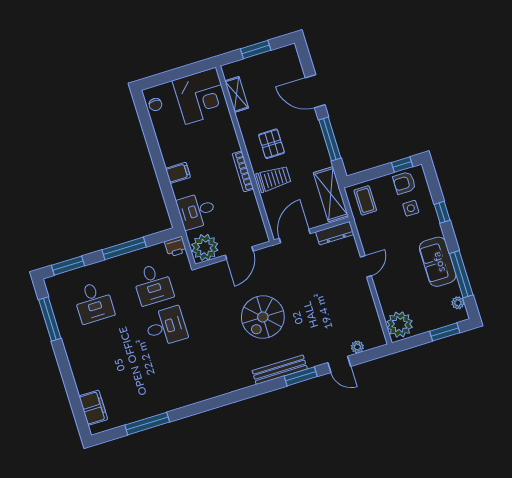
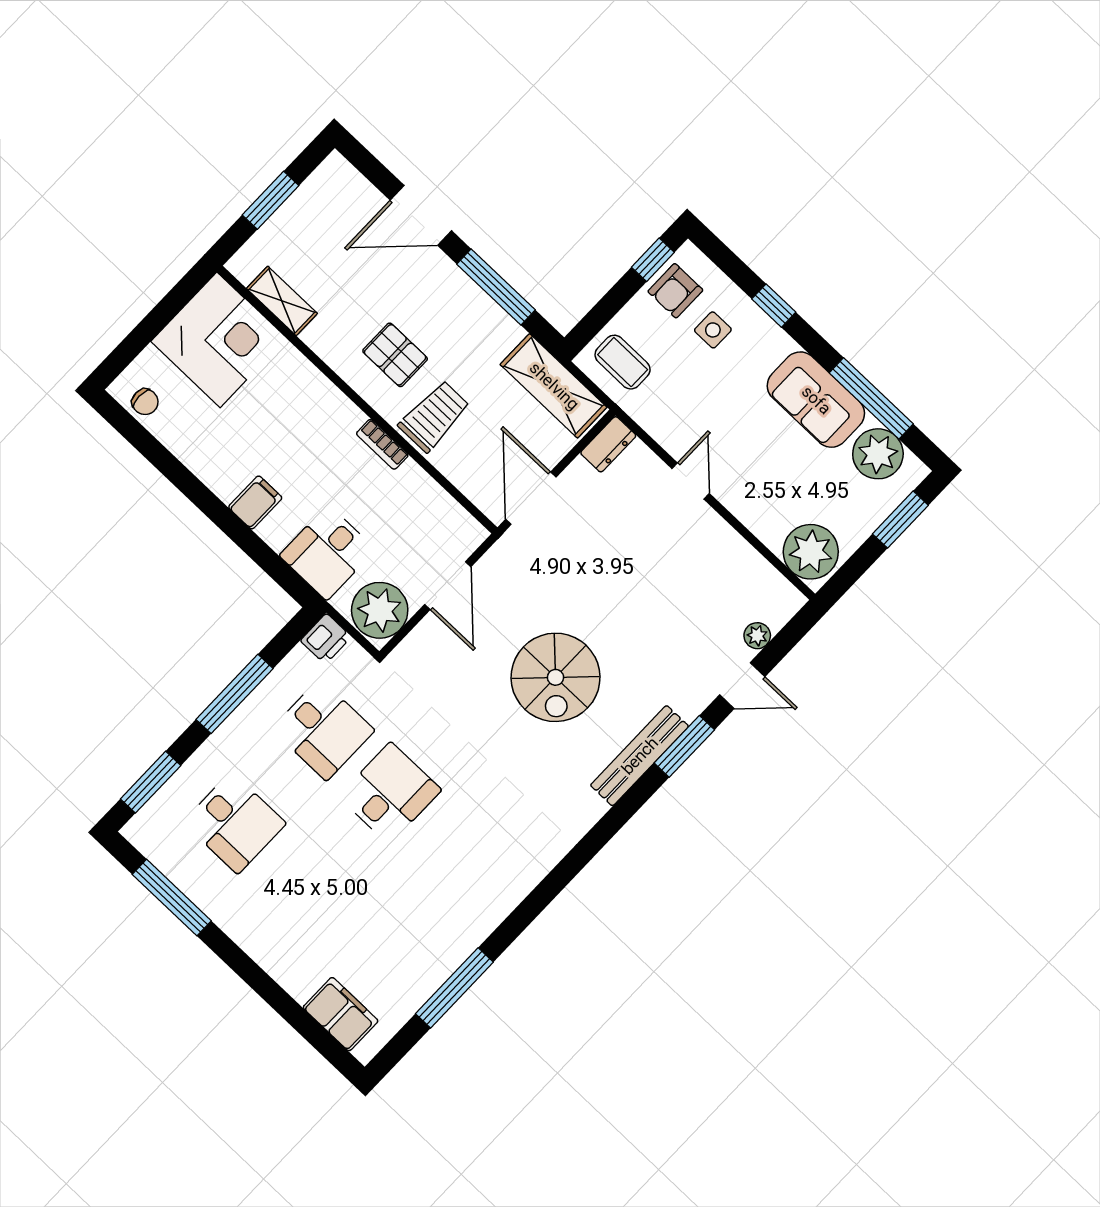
bookcase: (243, 171) -> (382, 444), width x0.64
dresser: (335, 233) -> (608, 444), width x0.70
plant: (458, 303) -> (878, 454), width x1.88, depth x1.88

